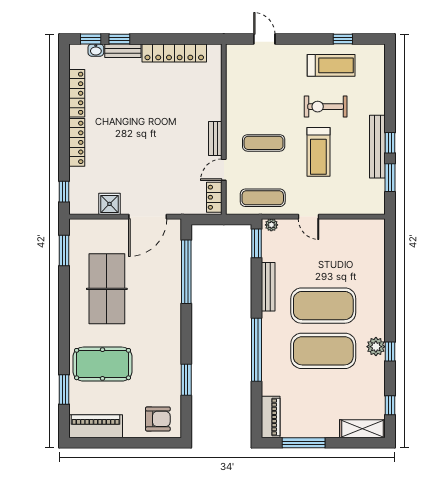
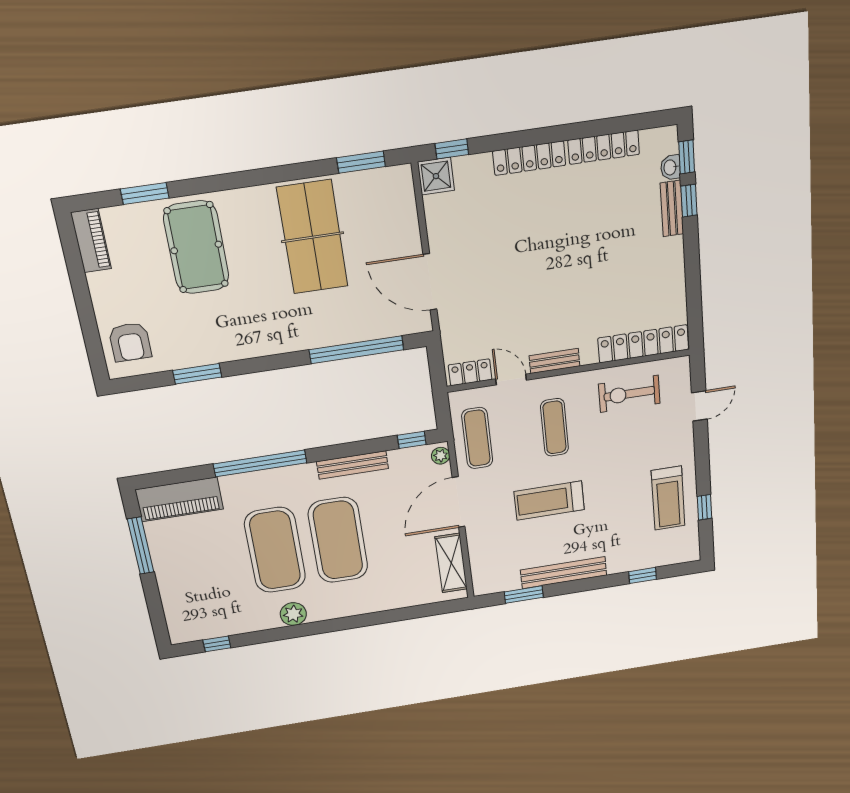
locker: (174, 53) -> (643, 344), moved, turned 90
exercise bike: (326, 107) -> (629, 394), moved, turned -90
window: (390, 143) -> (643, 575), moved
shower: (110, 204) -> (436, 176), moved
door: (309, 217) -> (459, 502), width x1.88
window: (256, 243) -> (412, 440), width x0.67
table tennis table: (107, 289) -> (313, 237), turned 90
window: (390, 352) -> (290, 632), removed
piano: (271, 417) -> (179, 499), width x1.37, depth x1.33
piano: (96, 426) -> (91, 241), width x0.73, depth x0.75
shelving: (362, 429) -> (451, 563), moved

